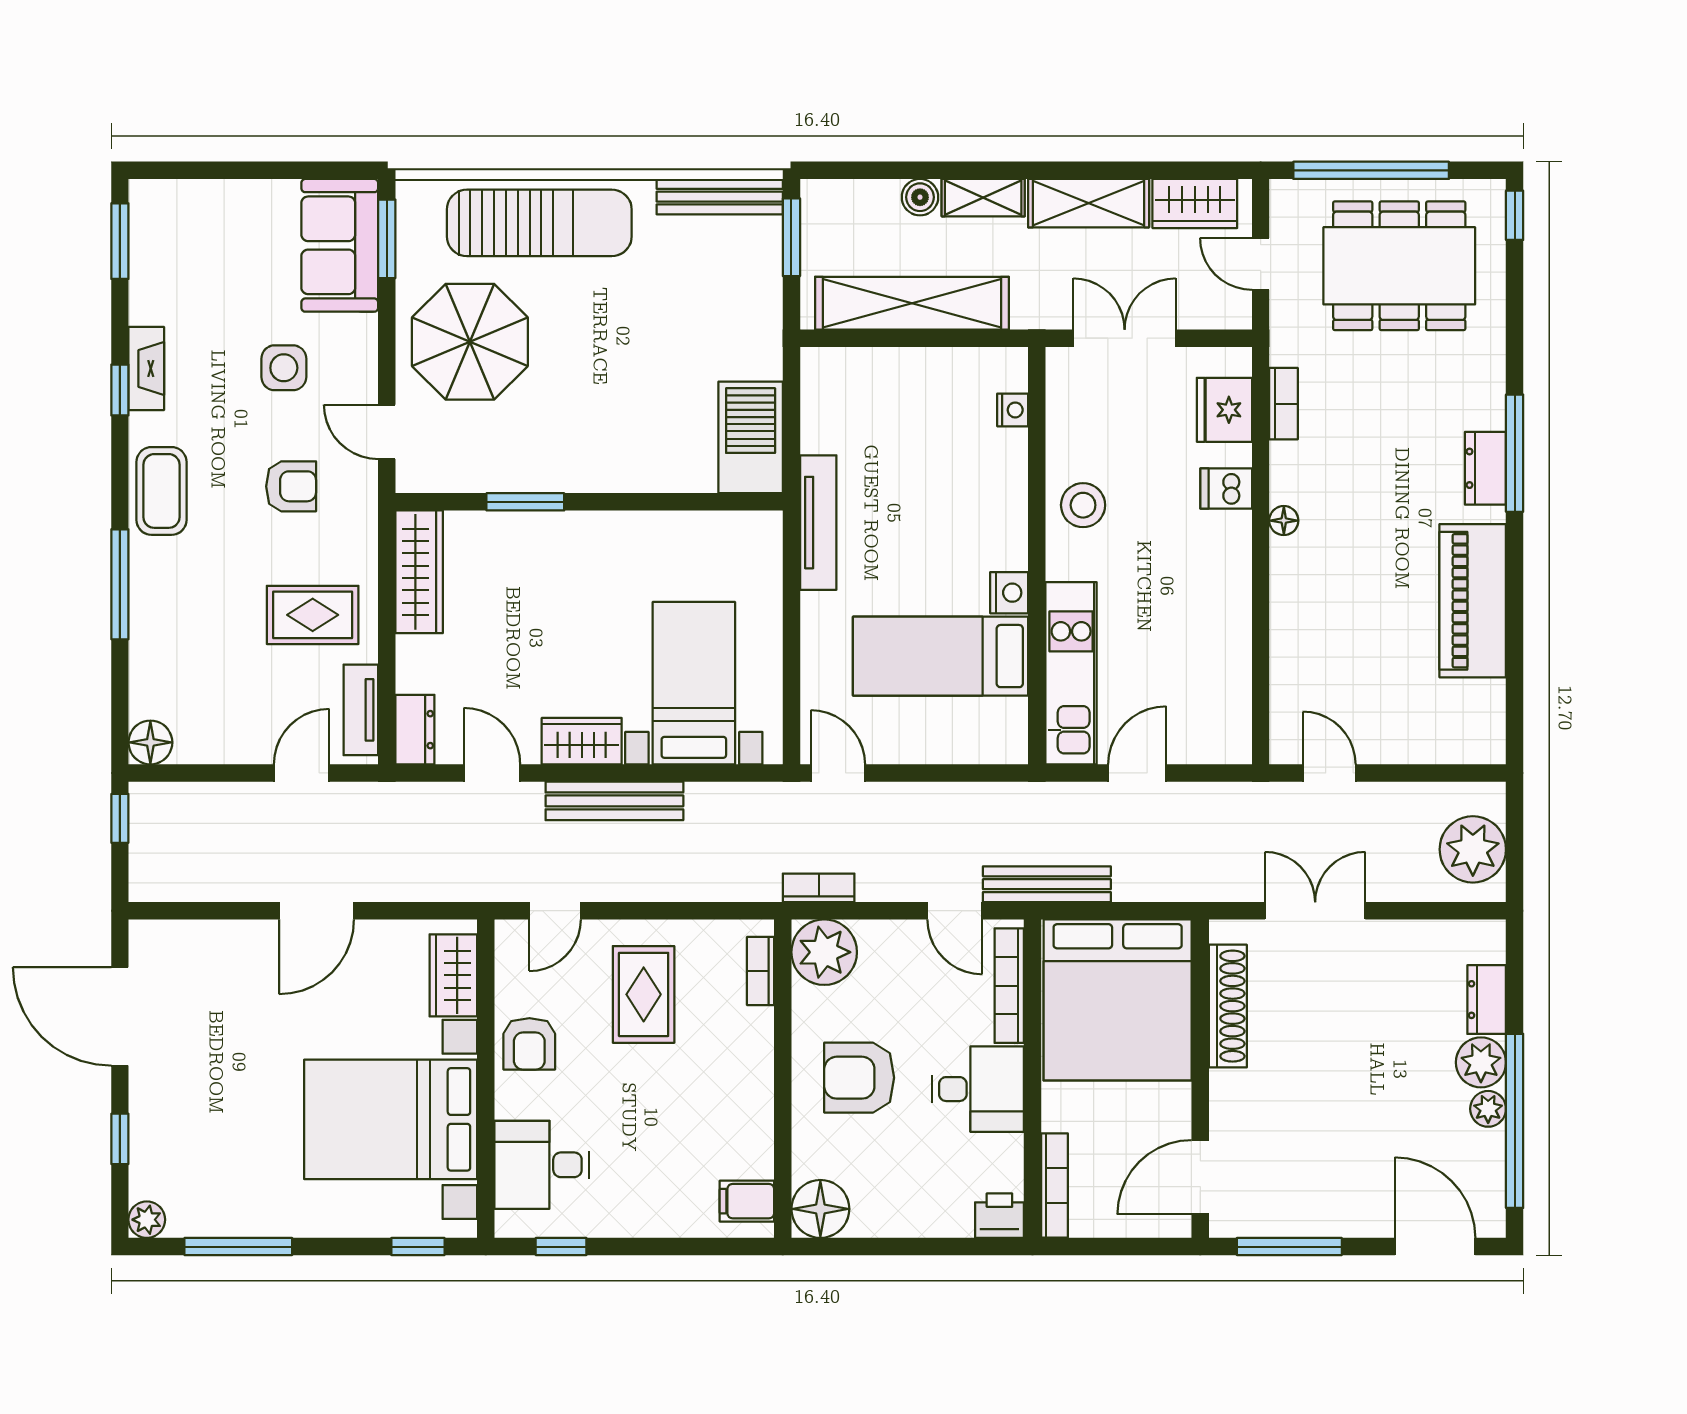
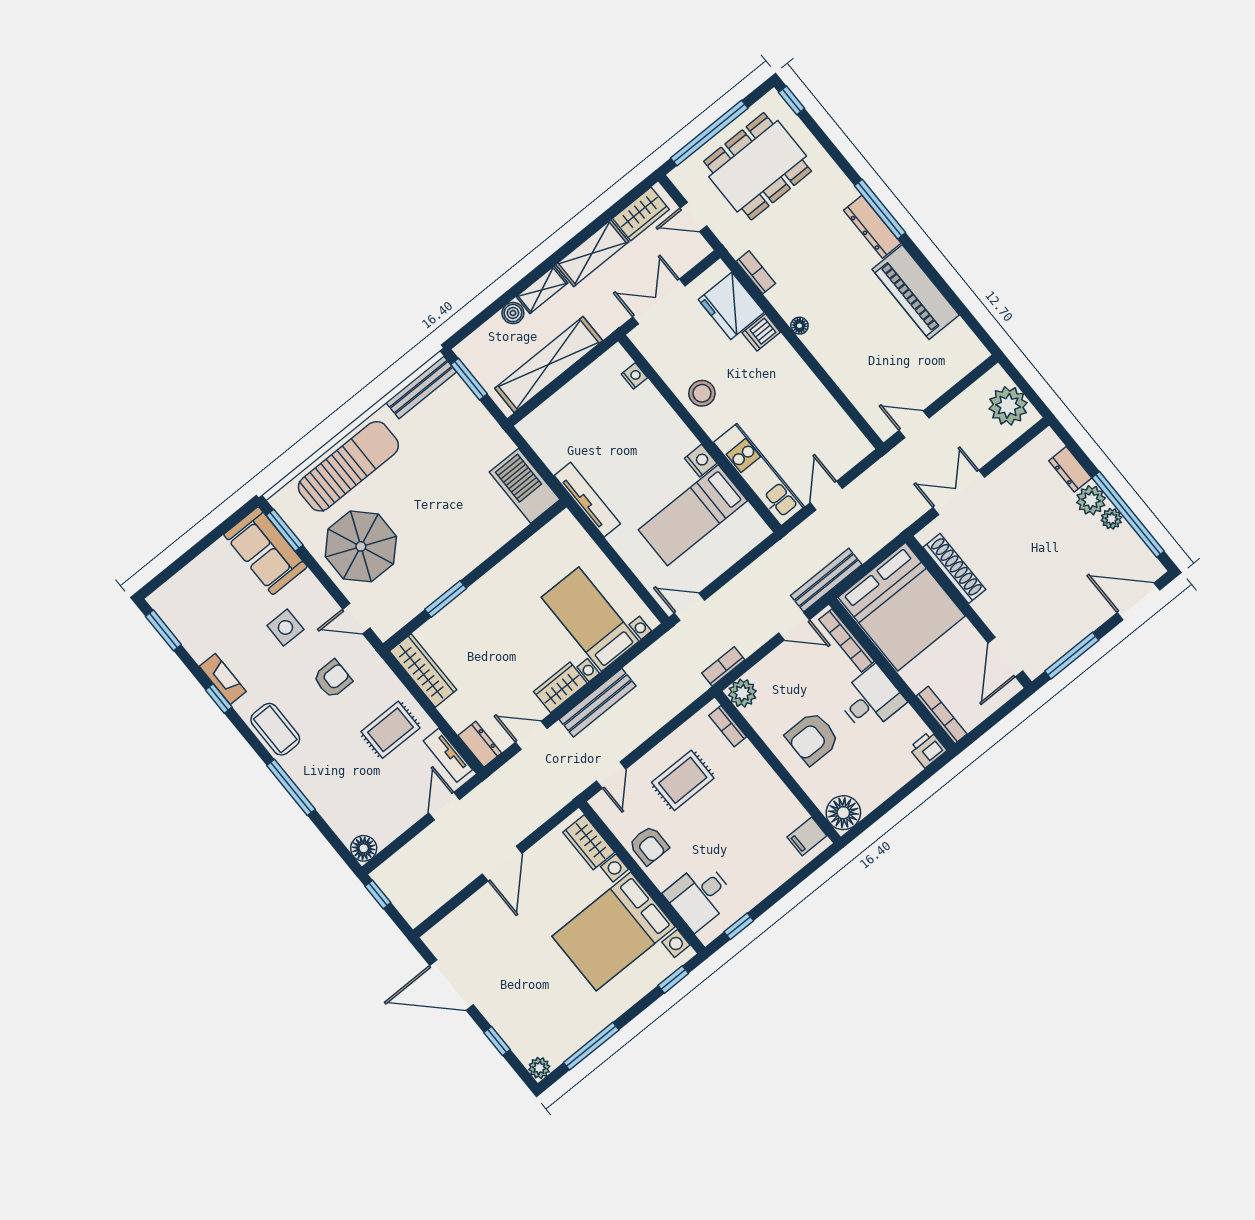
fridge: (1224, 410) -> (731, 306), width x1.36, depth x1.34
dresser: (1485, 468) -> (872, 227), width x1.44
plant: (824, 952) -> (742, 693), width x0.73, depth x0.73
rug: (644, 994) -> (683, 780), turned 90

